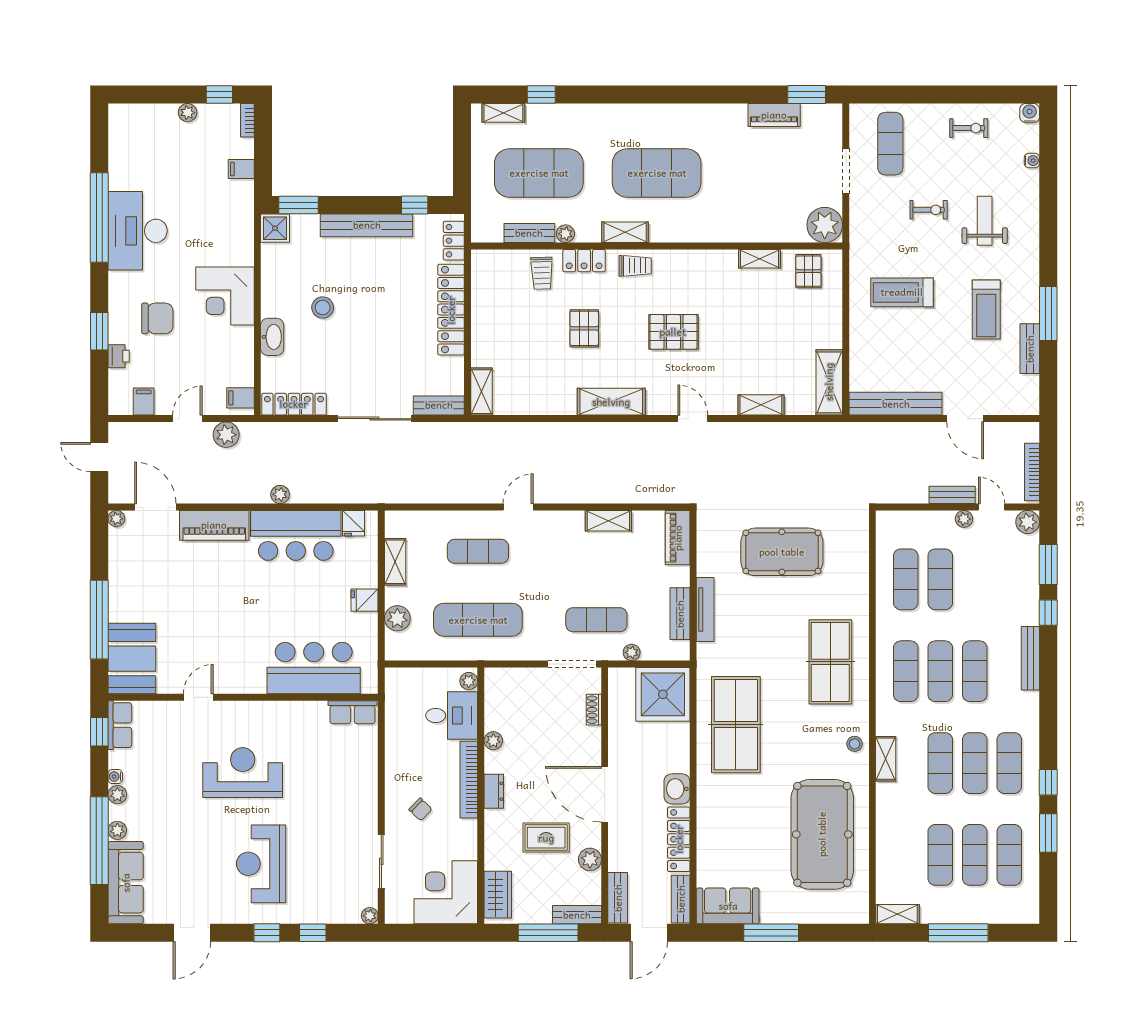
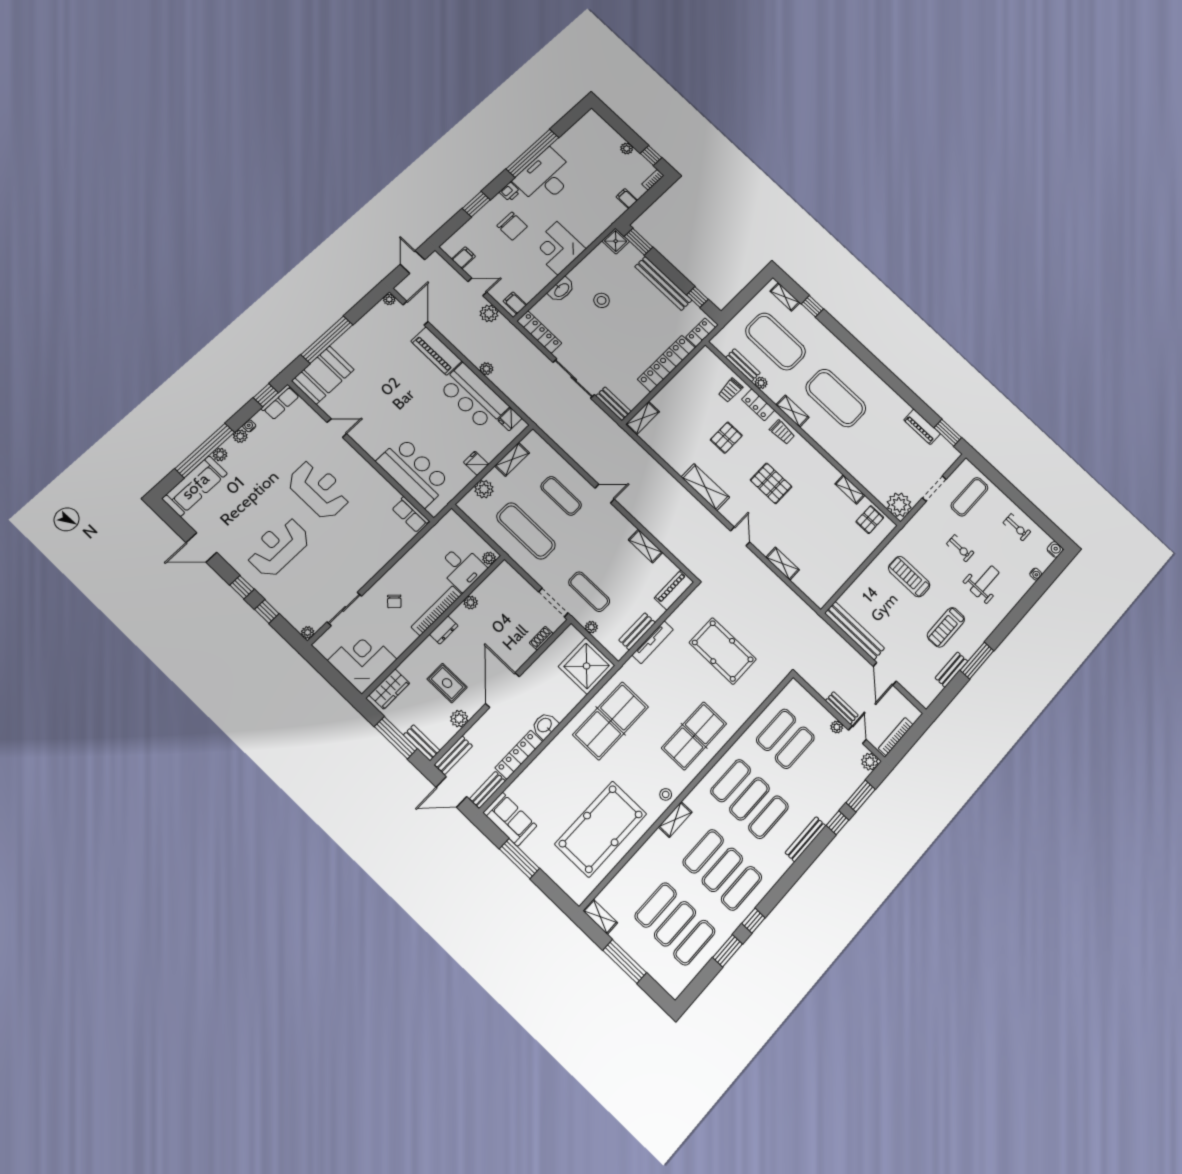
printer: (119, 356) -> (510, 192), moved
shelving: (829, 382) -> (829, 586), removed

